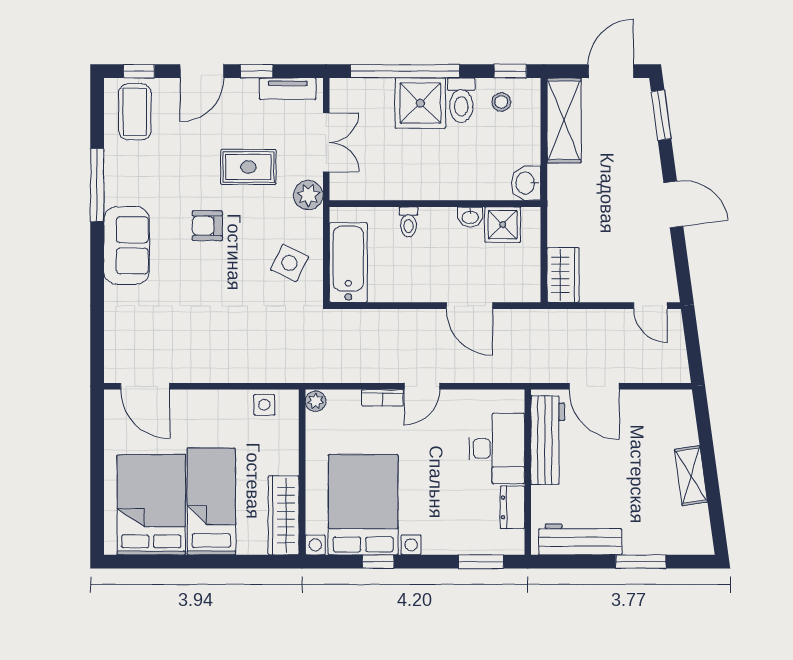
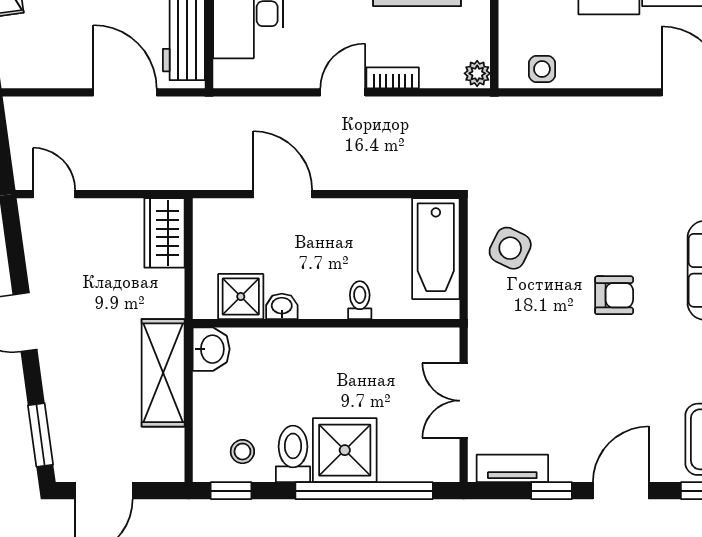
shelving: (564, 120) -> (163, 373), moved
rug: (248, 167) -> (562, 369), removed
plant: (308, 195) -> (486, 334), removed

